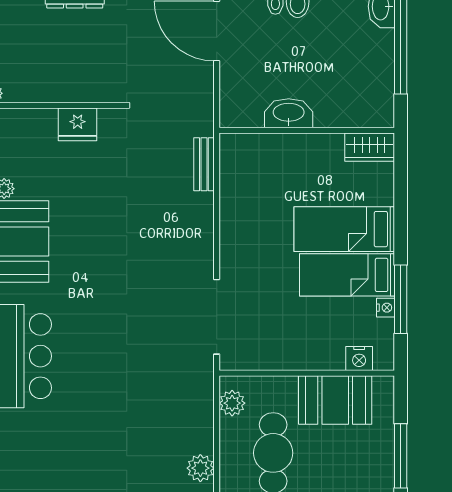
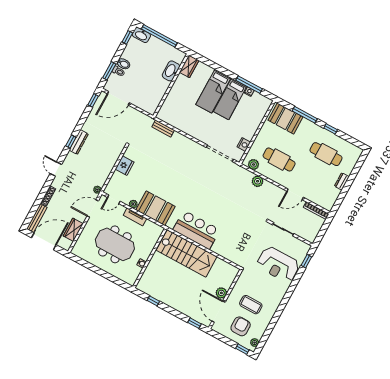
washbasin: (289, 113) -> (171, 71), moved
nightstand: (359, 358) -> (244, 145), moved
booth: (335, 400) -> (285, 118), moved, turned 90
plant: (200, 468) -> (258, 181), moved

